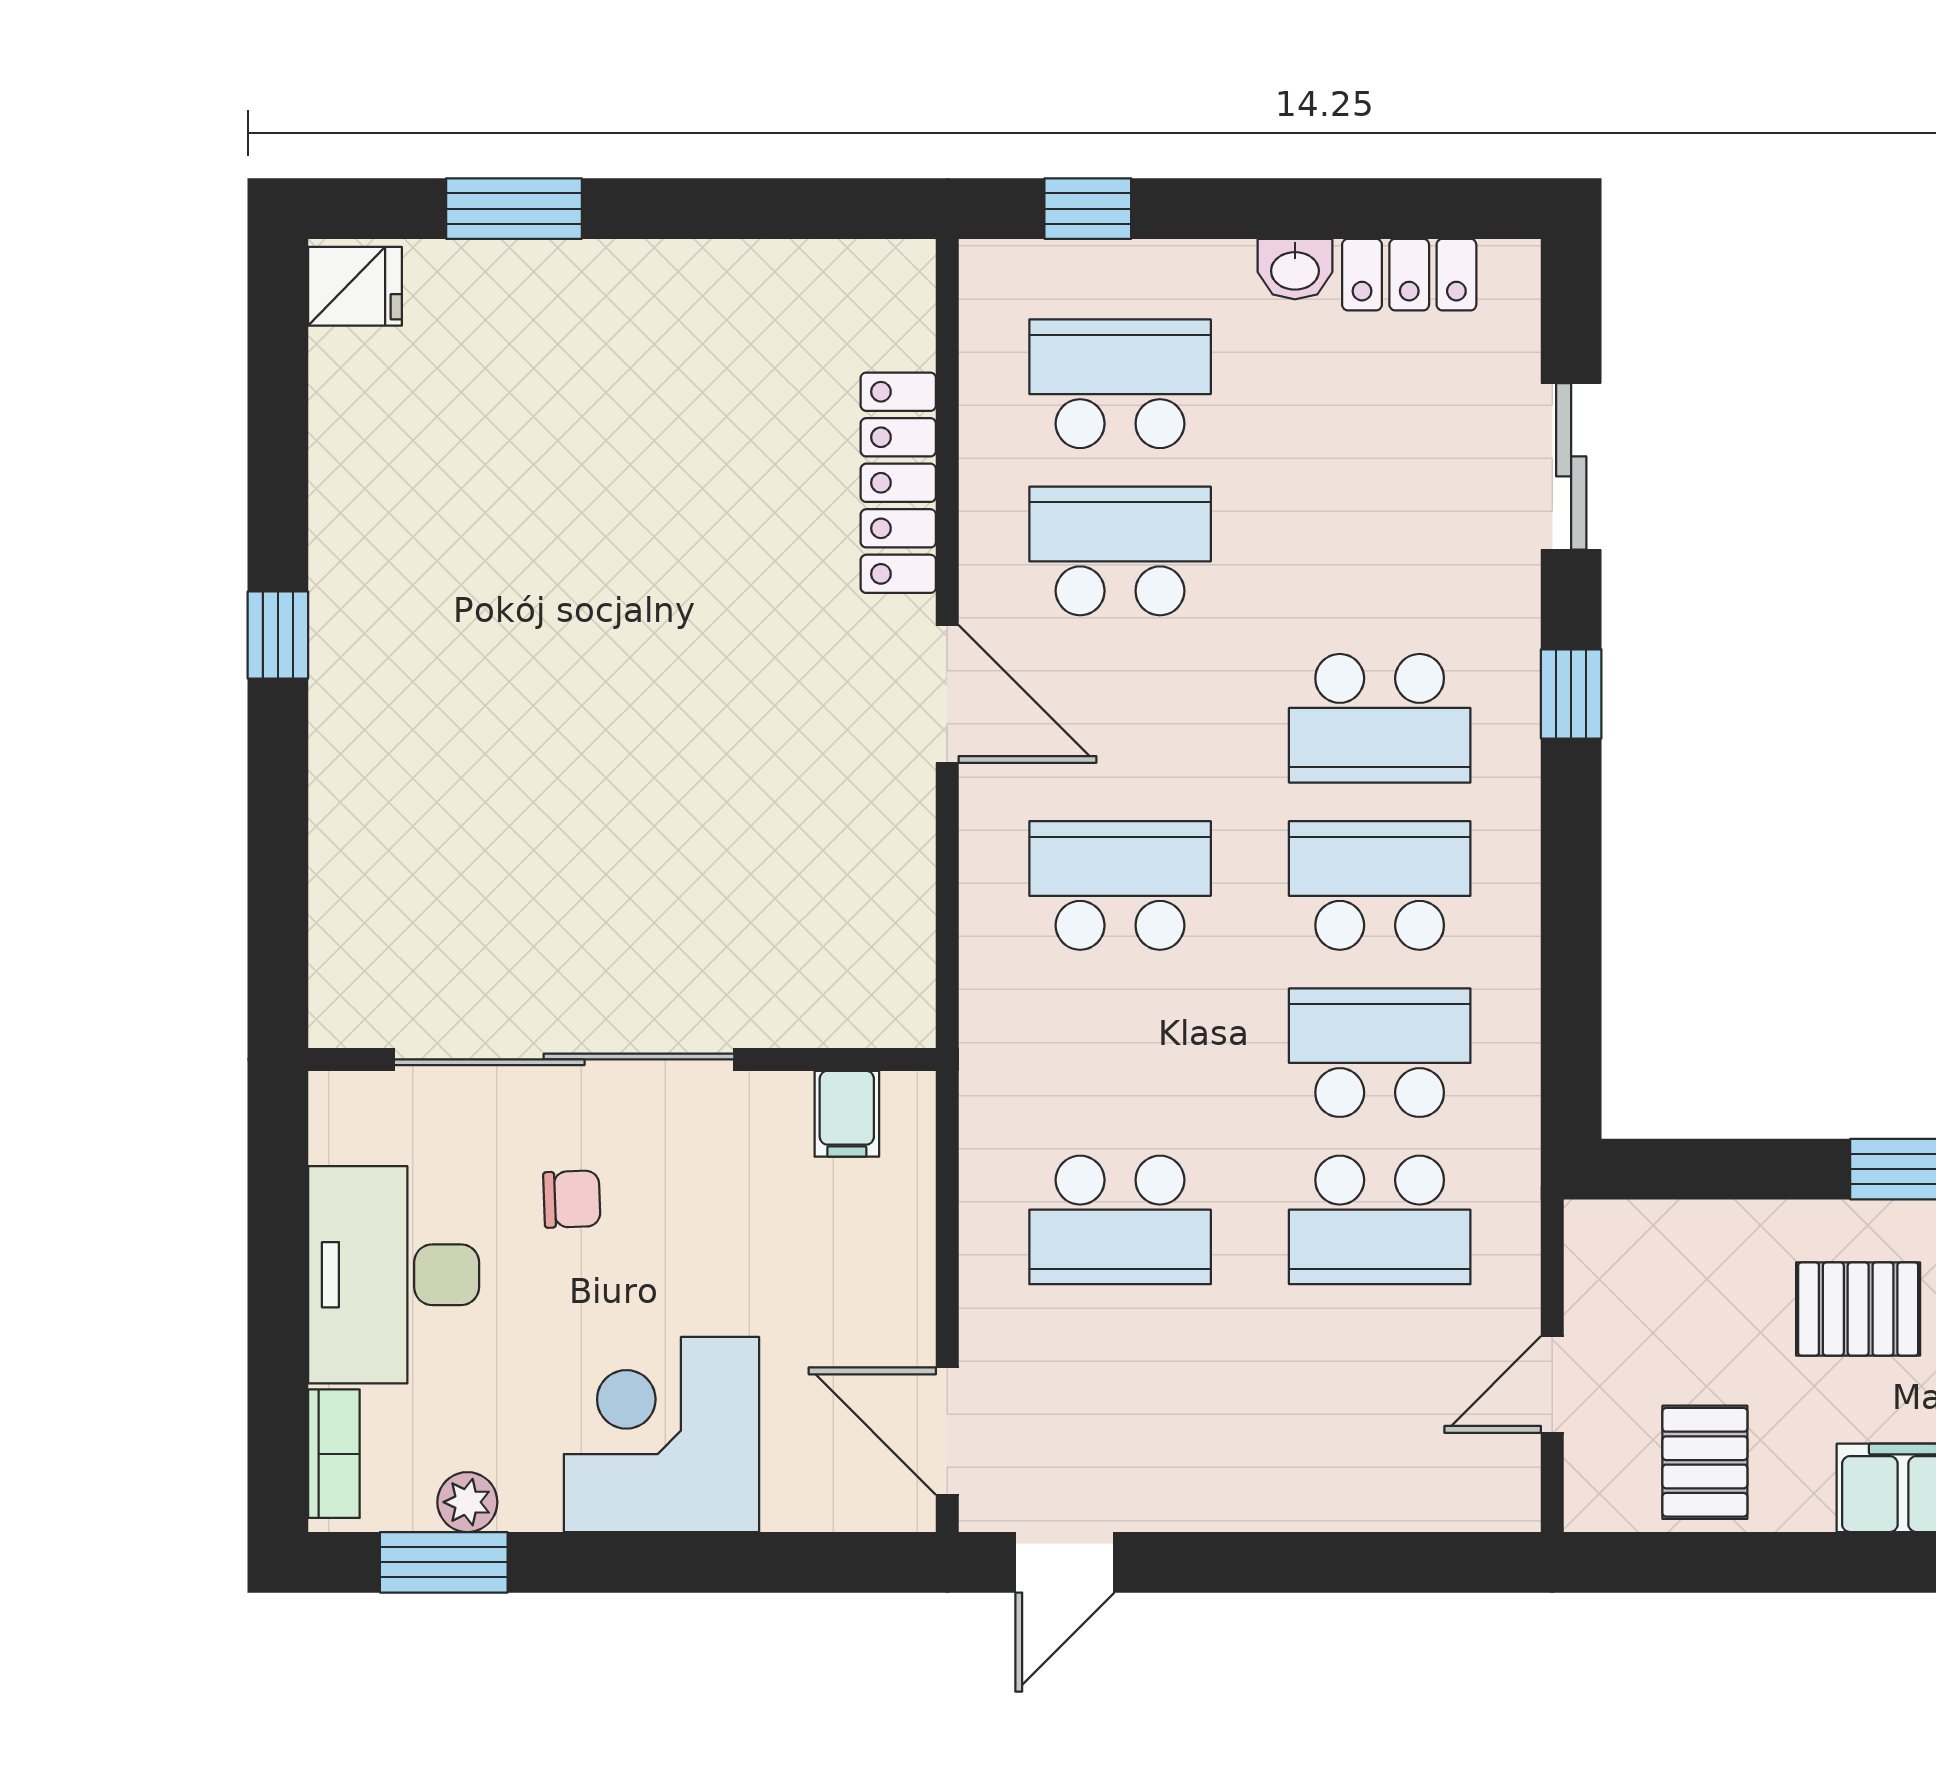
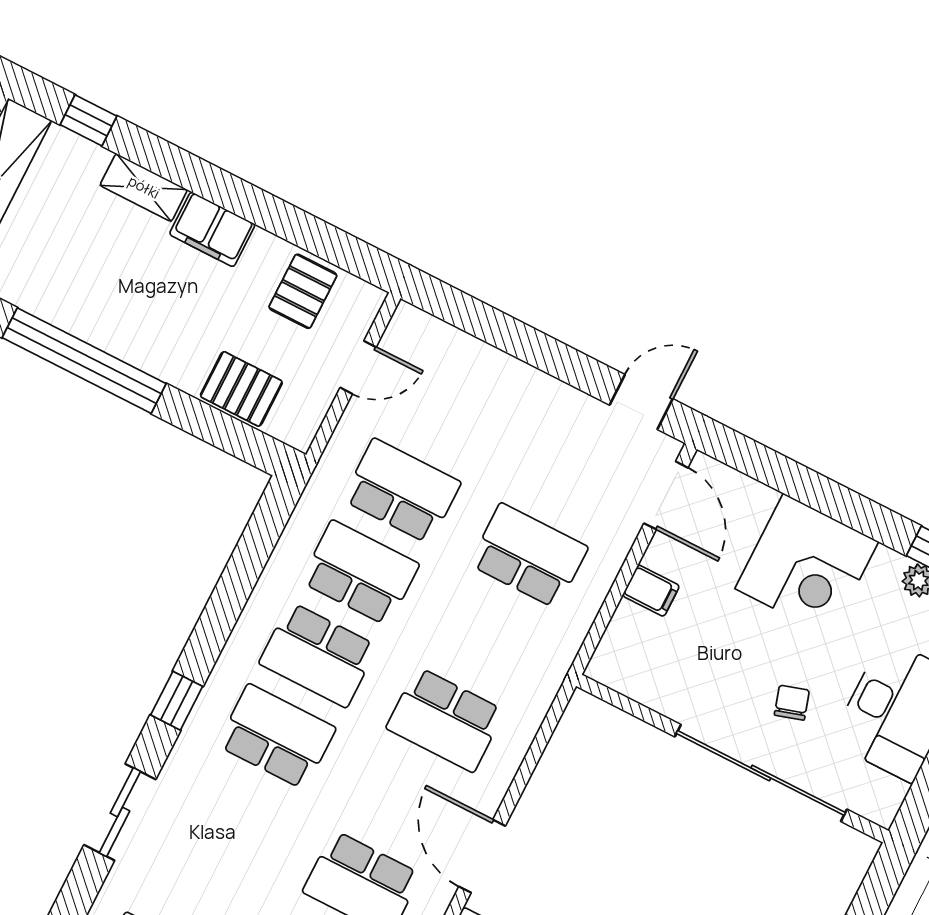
school desk: (1380, 1053) -> (360, 573), turned 180
filing cabinet: (847, 1114) -> (651, 591), moved, turned 90
chair: (572, 1199) -> (792, 703), turned 75
pallet: (1858, 1309) -> (241, 389), moved

